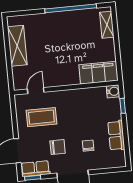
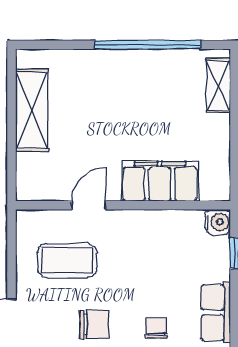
filing cabinet: (98, 73) -> (160, 181), moved
door: (36, 91) -> (89, 205), moved

